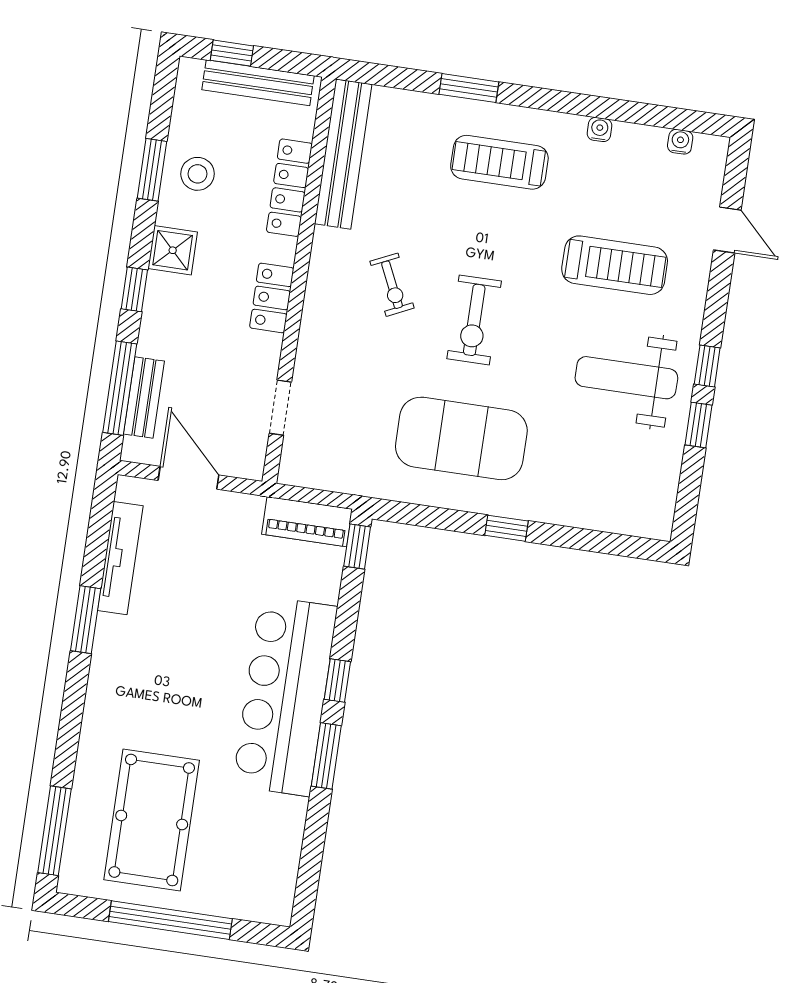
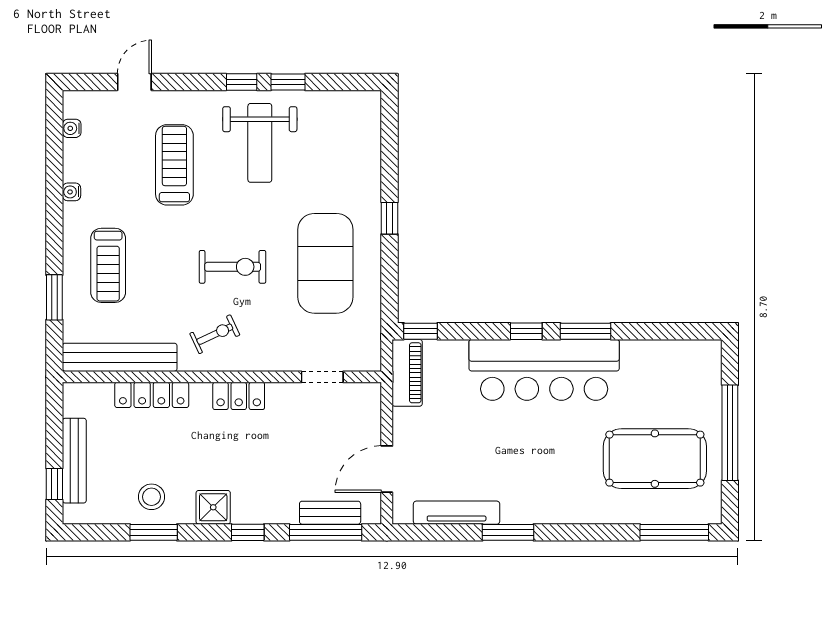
bench: (343, 154) -> (120, 357), moved
locker: (289, 188) -> (152, 395), moved
wall: (299, 280) -> (222, 377), moved
locker: (272, 298) -> (239, 396), moved
doorway: (280, 408) -> (322, 377), moved

